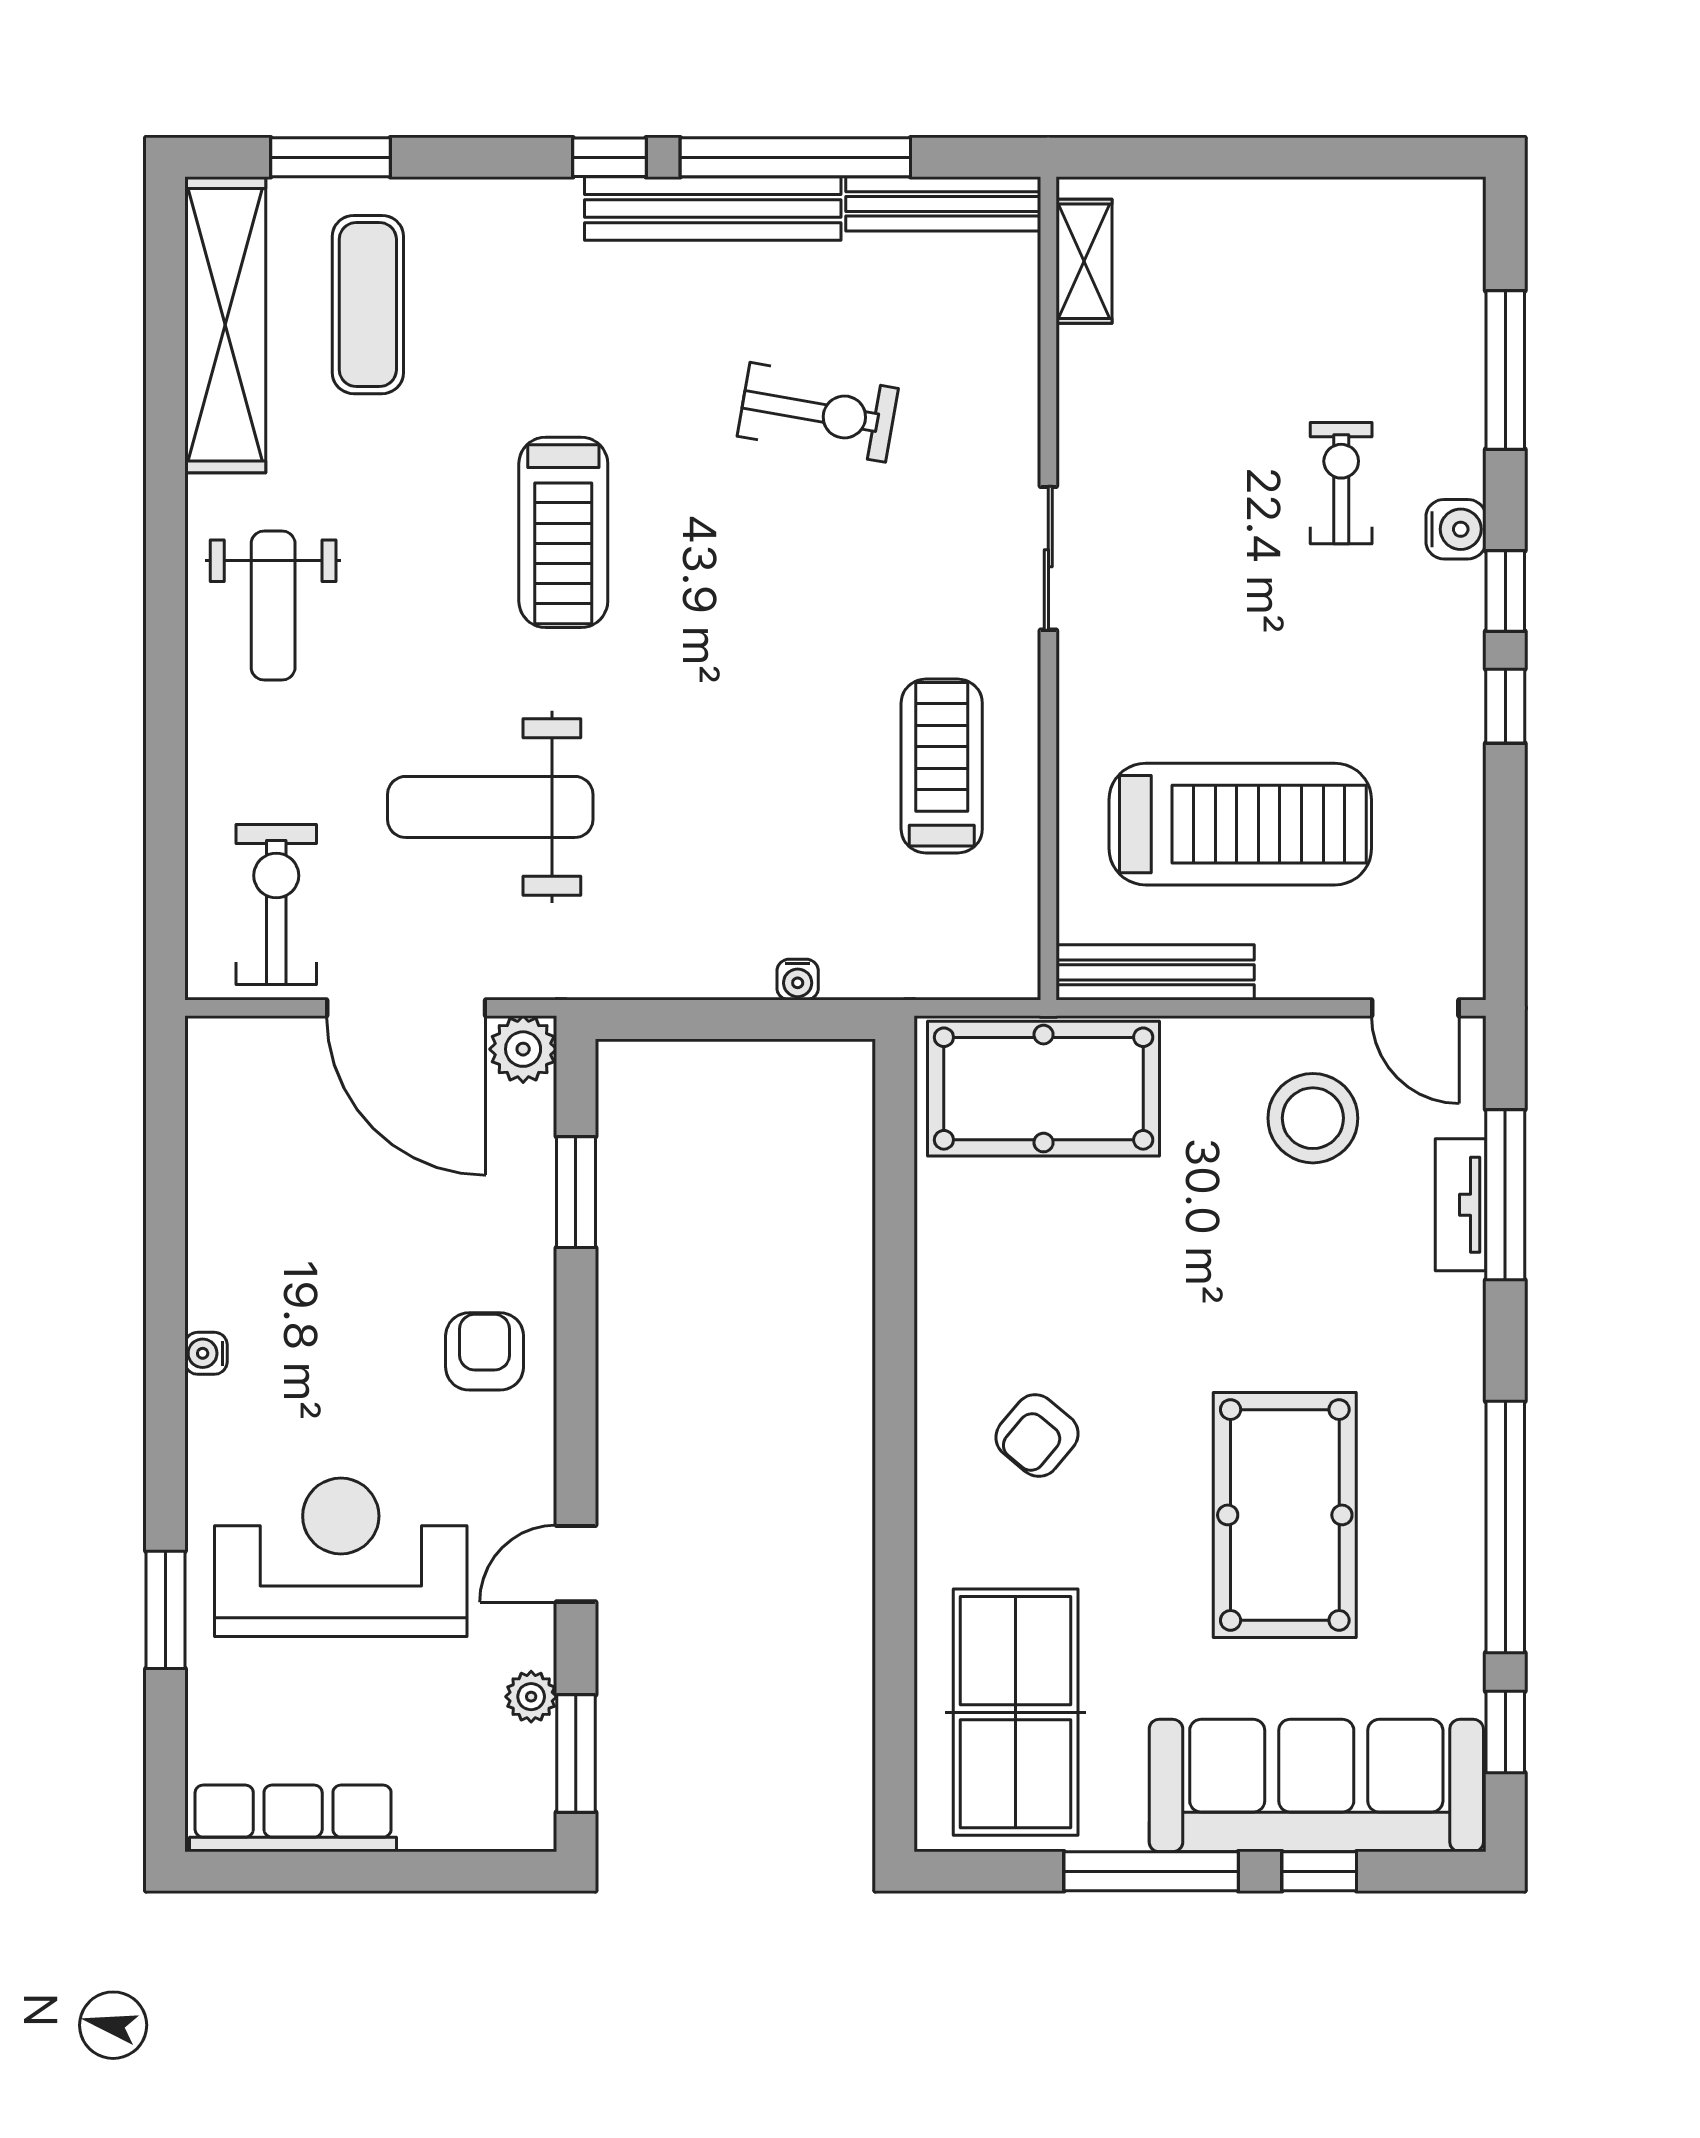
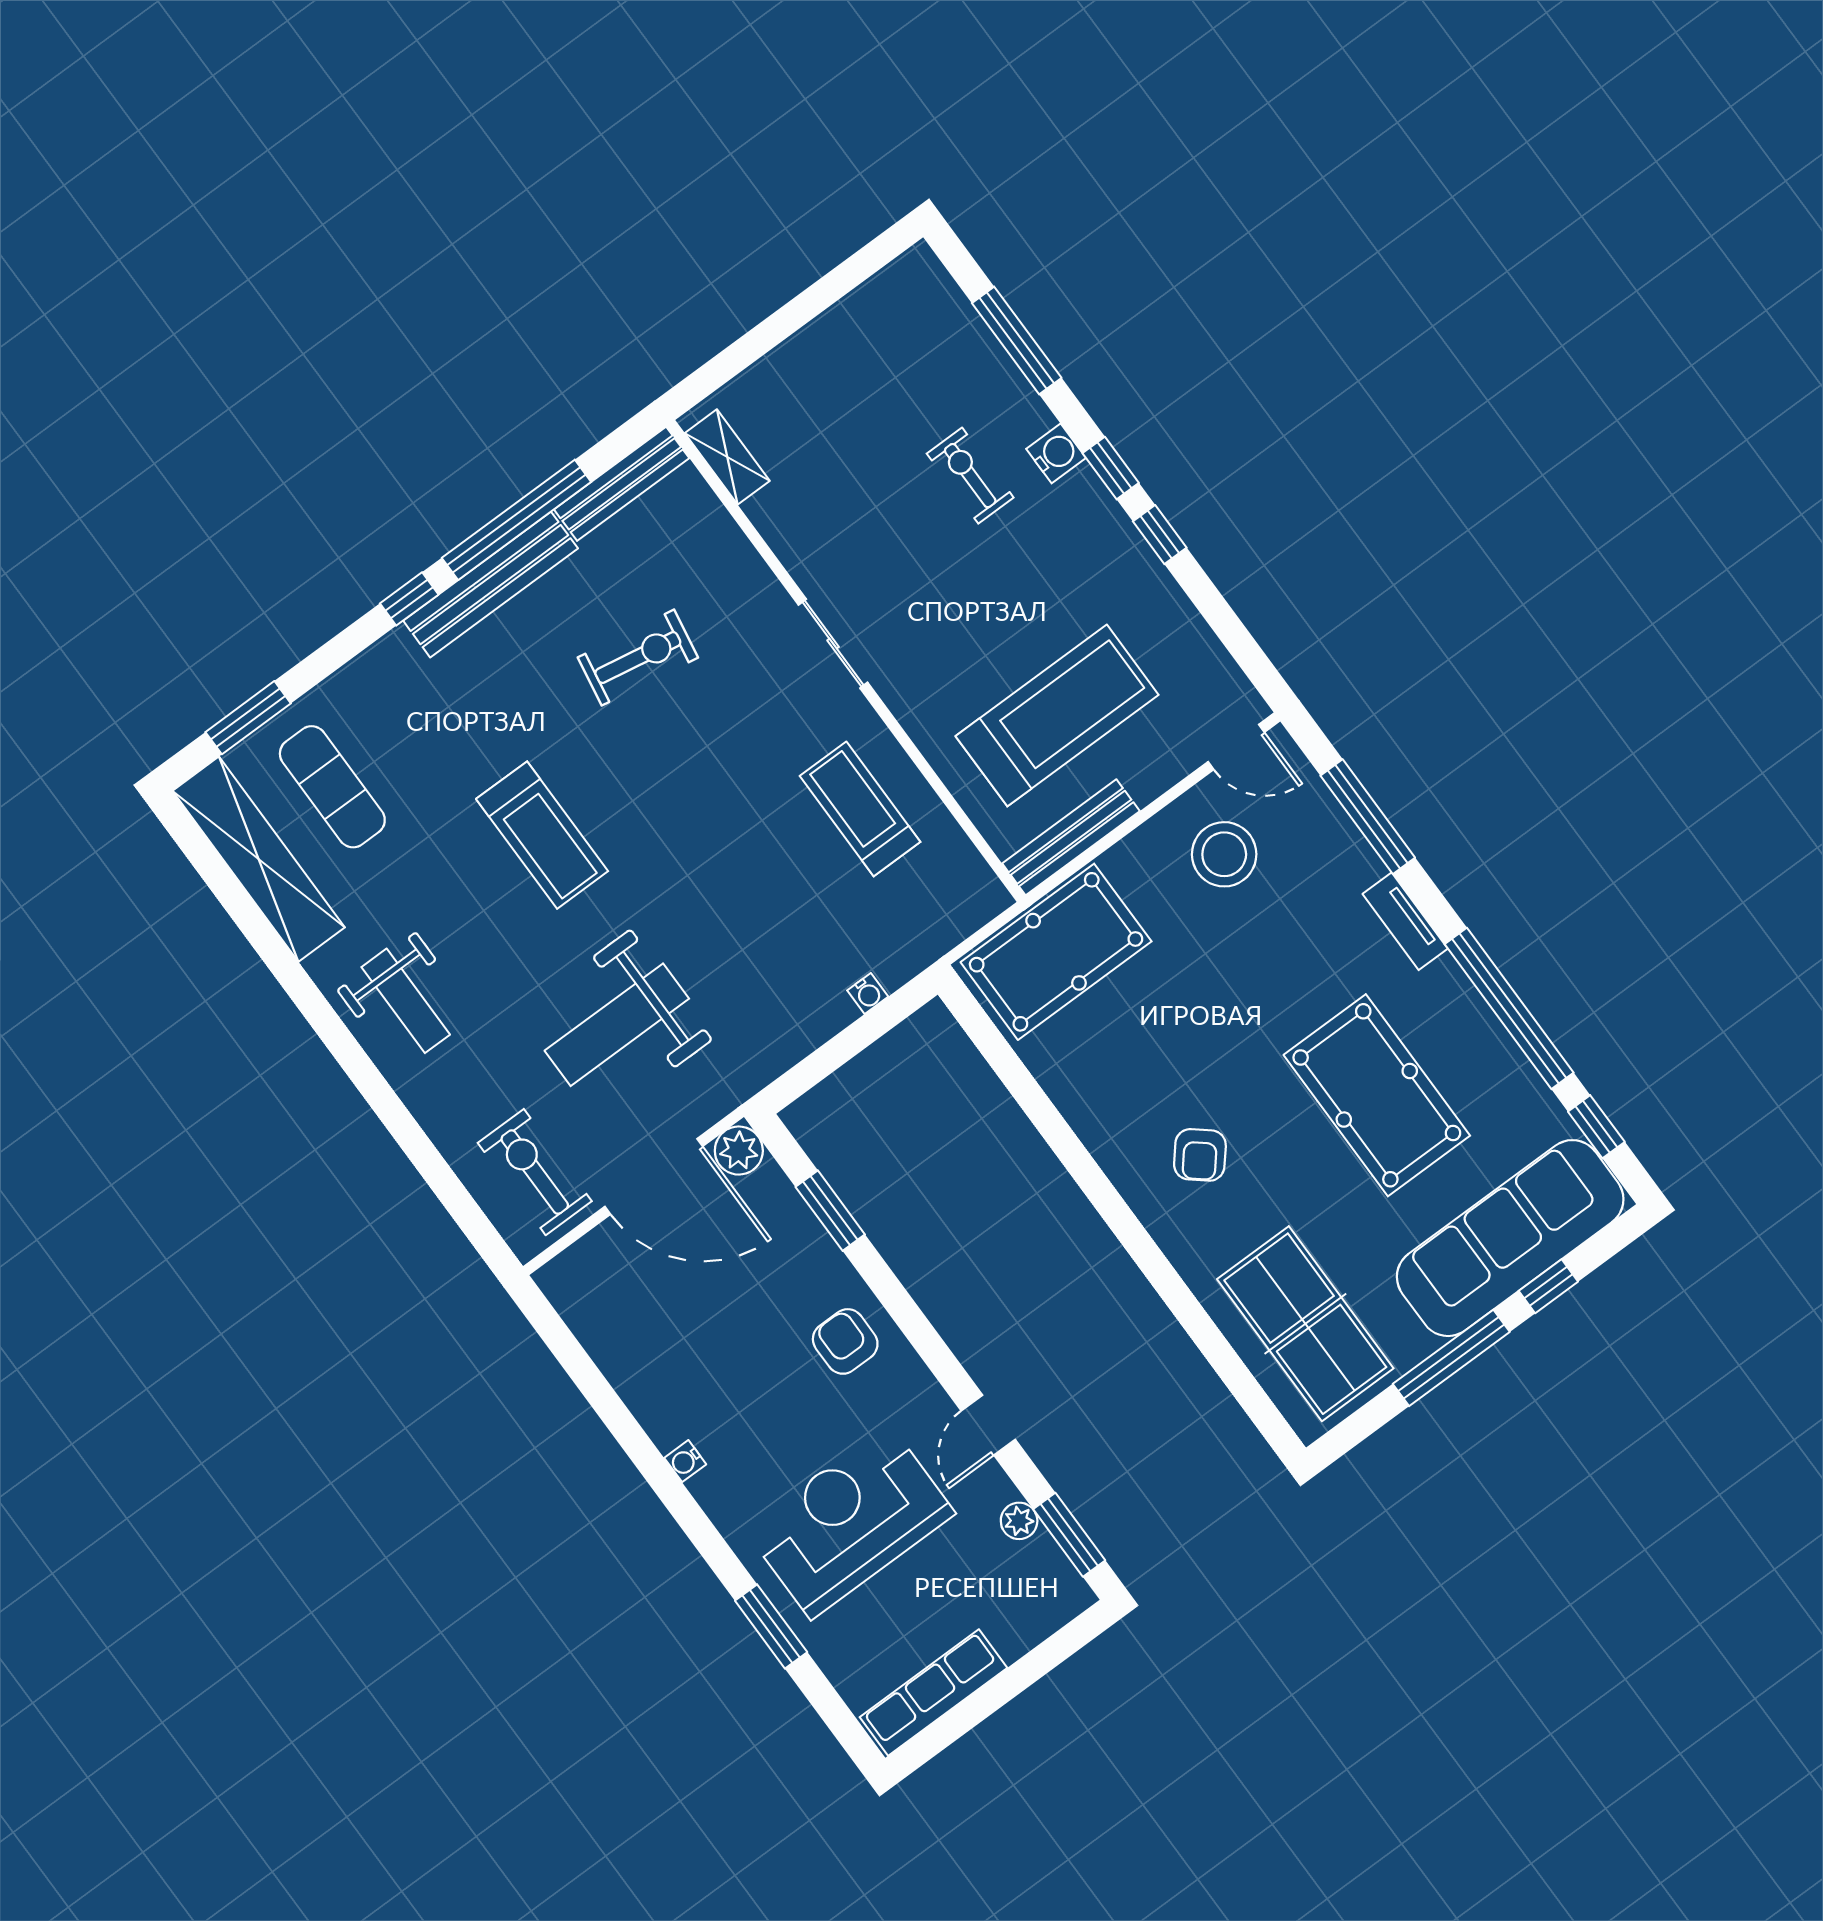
tv unit: (1461, 1205) -> (1405, 921), moved

